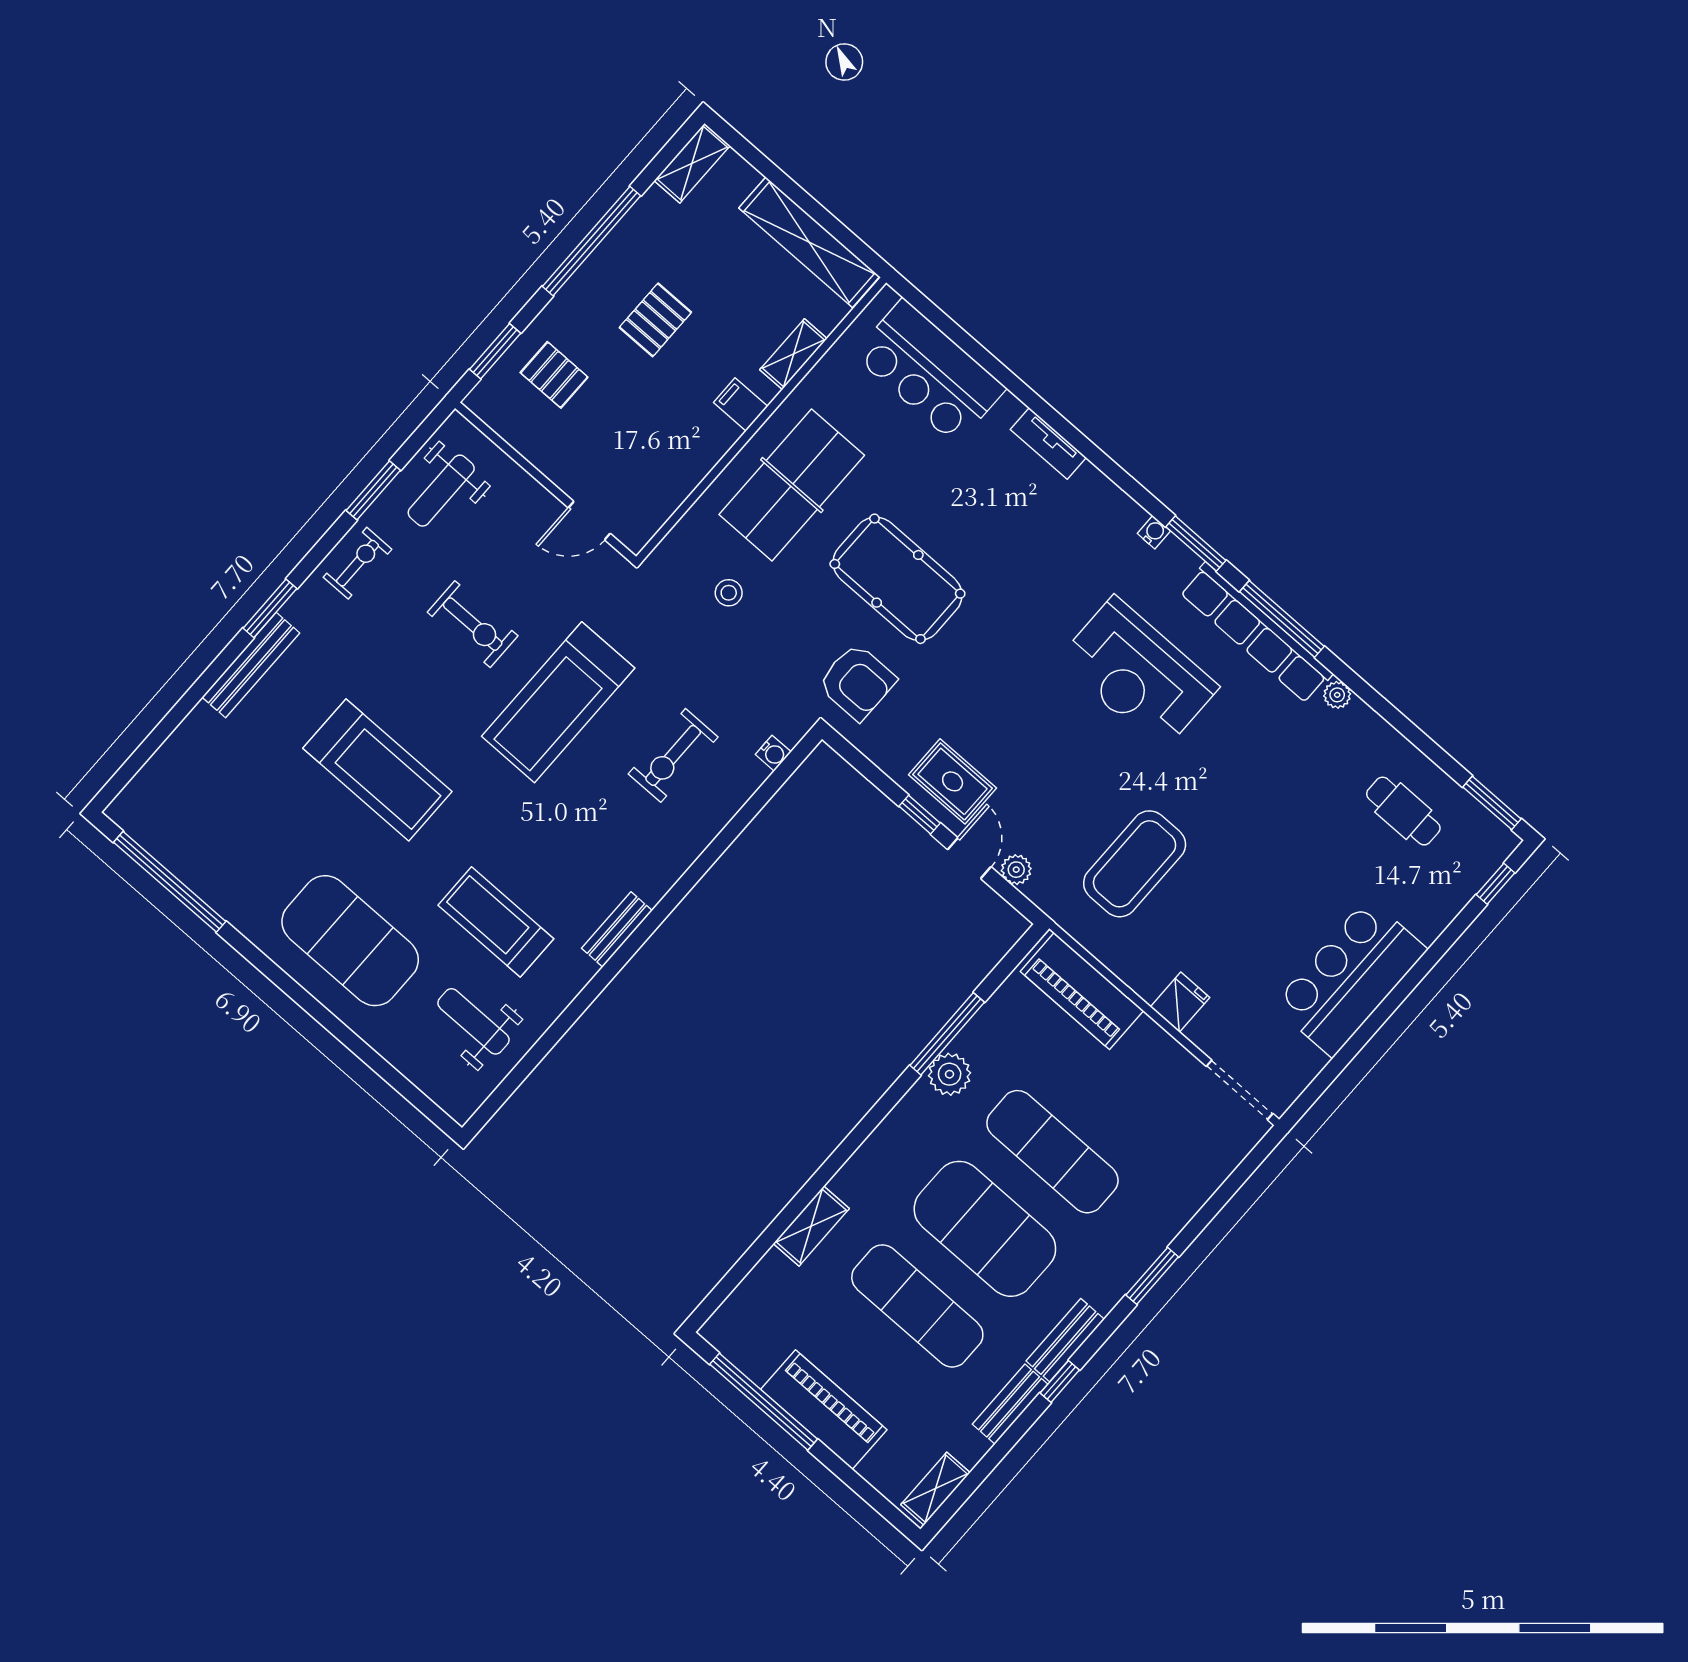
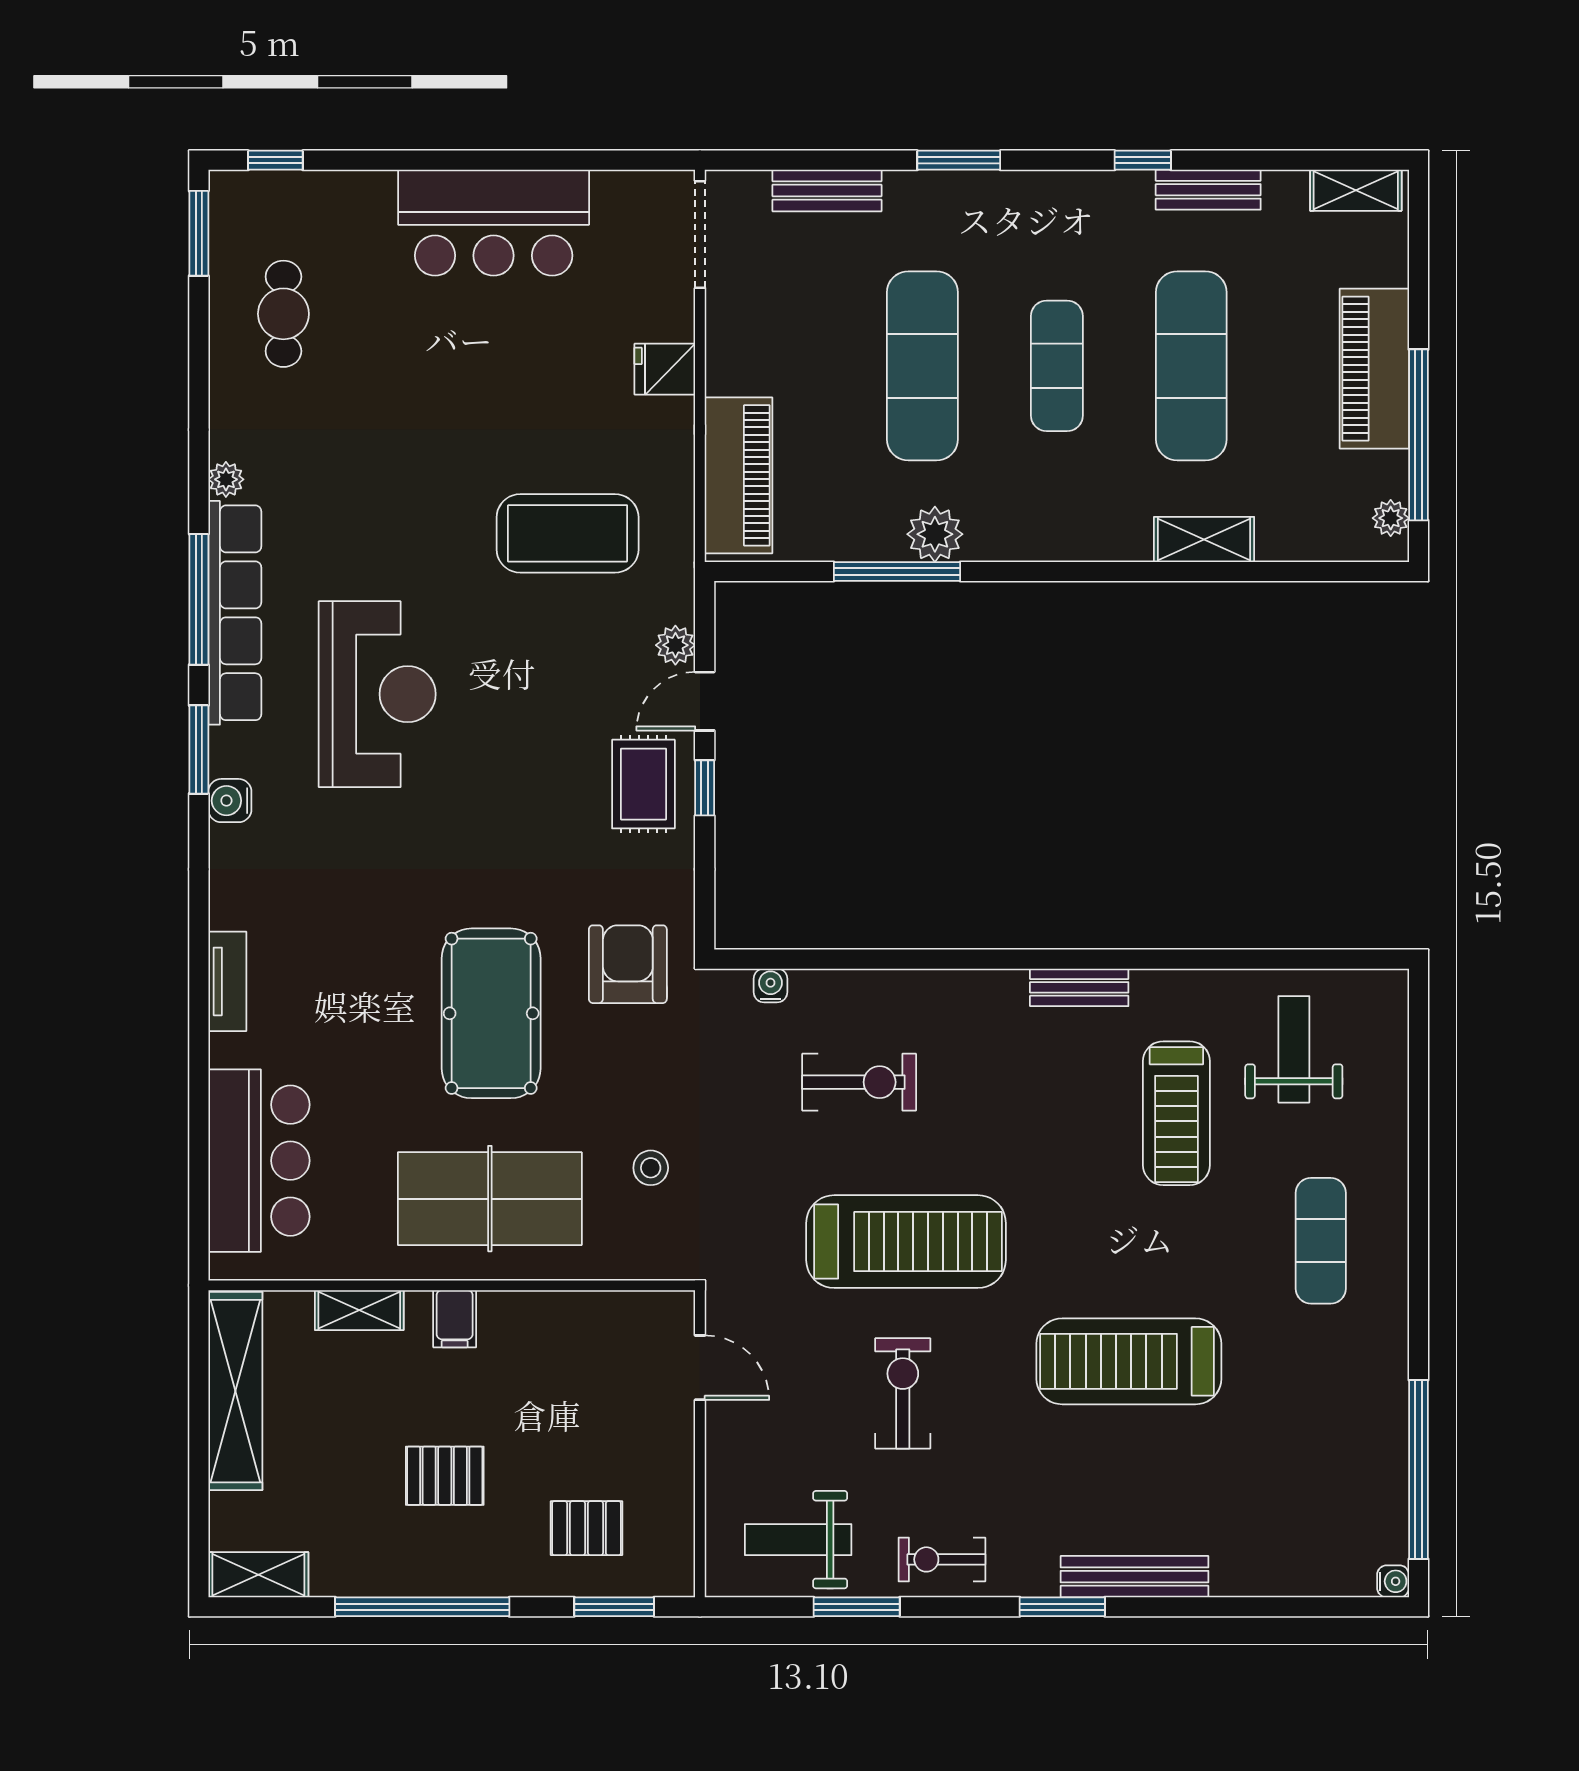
pallet: (554, 375) -> (586, 1528), turned 90
weight bench: (441, 491) -> (798, 1540), turned 180
water cooler: (1154, 532) -> (230, 801), width x1.38, depth x1.38
treadmill: (377, 770) -> (1129, 1361), turned -90
water cooler: (118, 811) -> (1393, 1581), added
exercise mat: (350, 941) -> (1321, 1241), width x0.50, depth x0.69
weight bench: (473, 1021) -> (1294, 1049), turned 180
exercise mat: (985, 1229) -> (1057, 366), width x0.50, depth x0.69
bench: (1065, 1340) -> (827, 190), moved
plant: (730, 1344) -> (1391, 518), added

